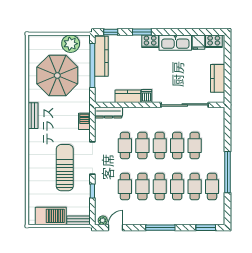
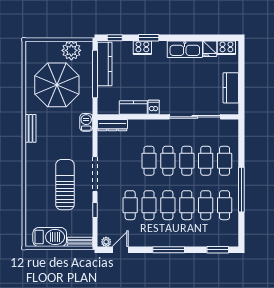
cooker: (150, 41) -> (142, 48), moved
barbecue: (84, 121) -> (86, 122), moved
cafe table: (125, 146) -> (225, 161), moved

